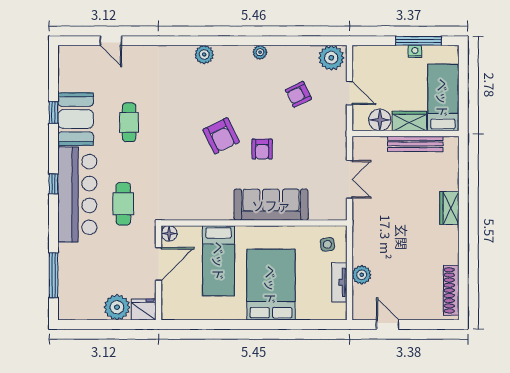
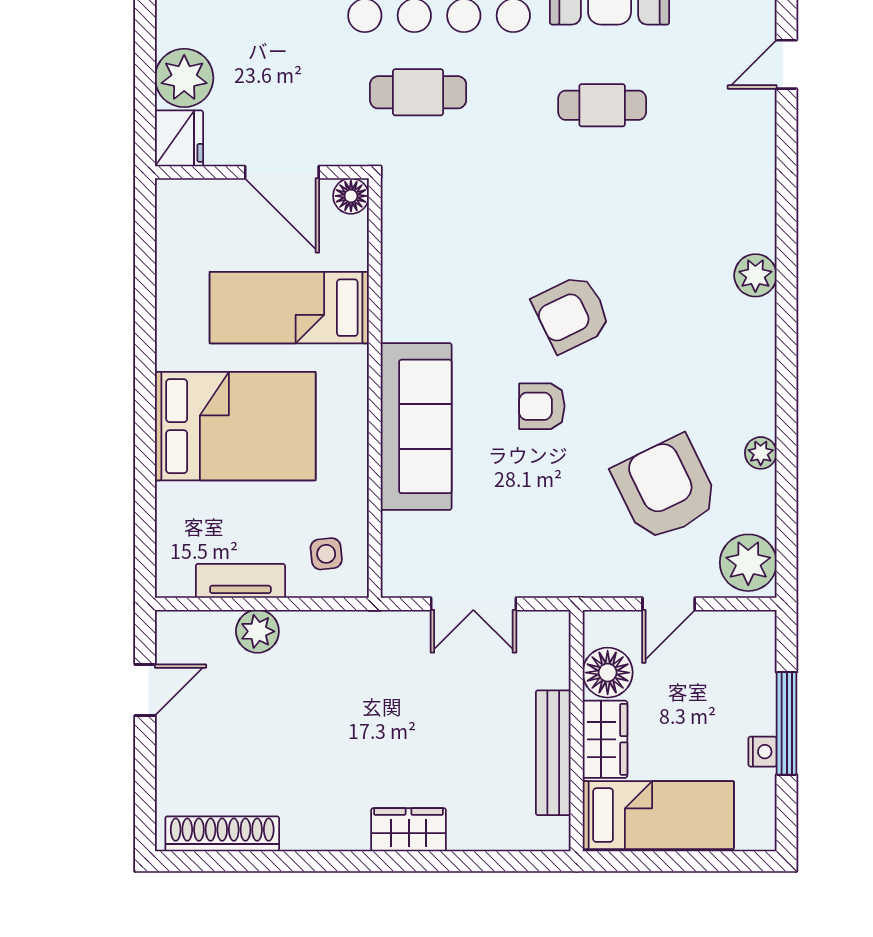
window: (418, 41) -> (787, 723), moved
plant: (260, 52) -> (761, 453), moved
armchair: (298, 94) -> (666, 488), width x1.88, depth x1.88

